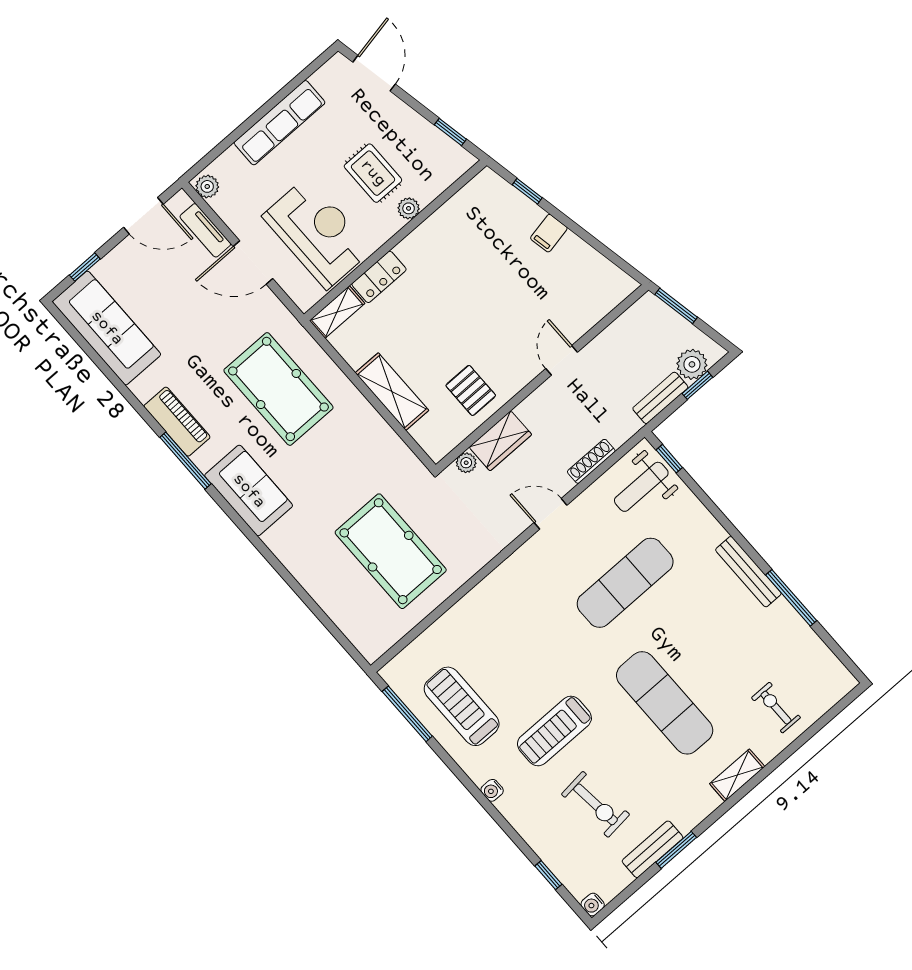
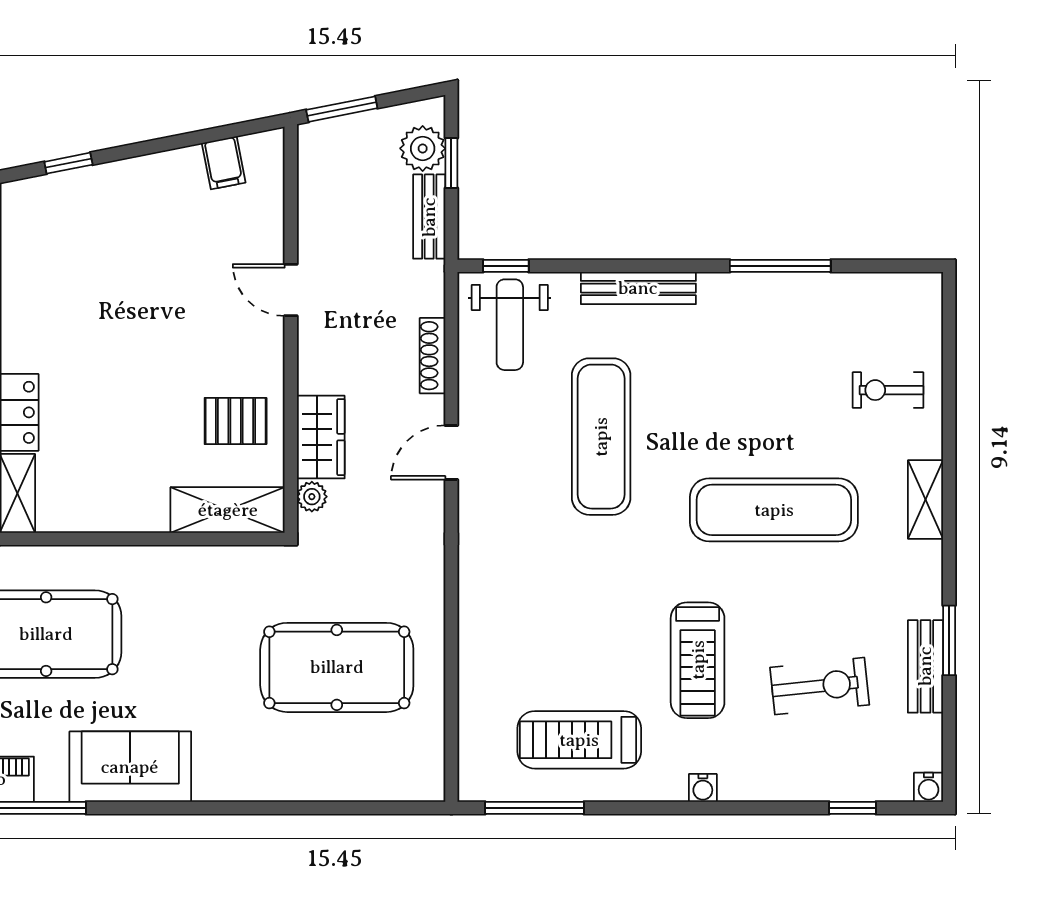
filing cabinet: (549, 233) -> (224, 163), moved
shelving: (392, 392) -> (228, 510), moved
bench: (748, 572) -> (638, 288), moved

